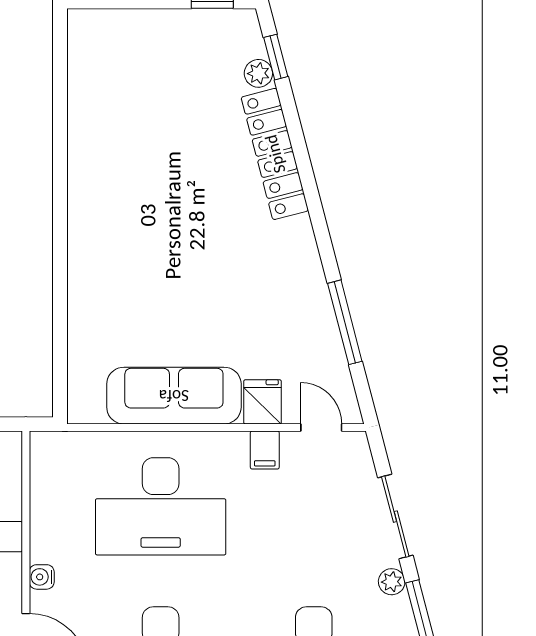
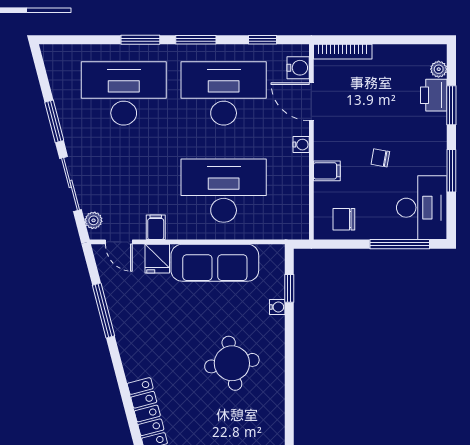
round table: (148, 242) -> (232, 363), added
water cooler: (78, 328) -> (277, 307), added
window: (60, 356) -> (289, 288), added
plant: (392, 582) -> (94, 220), moved

